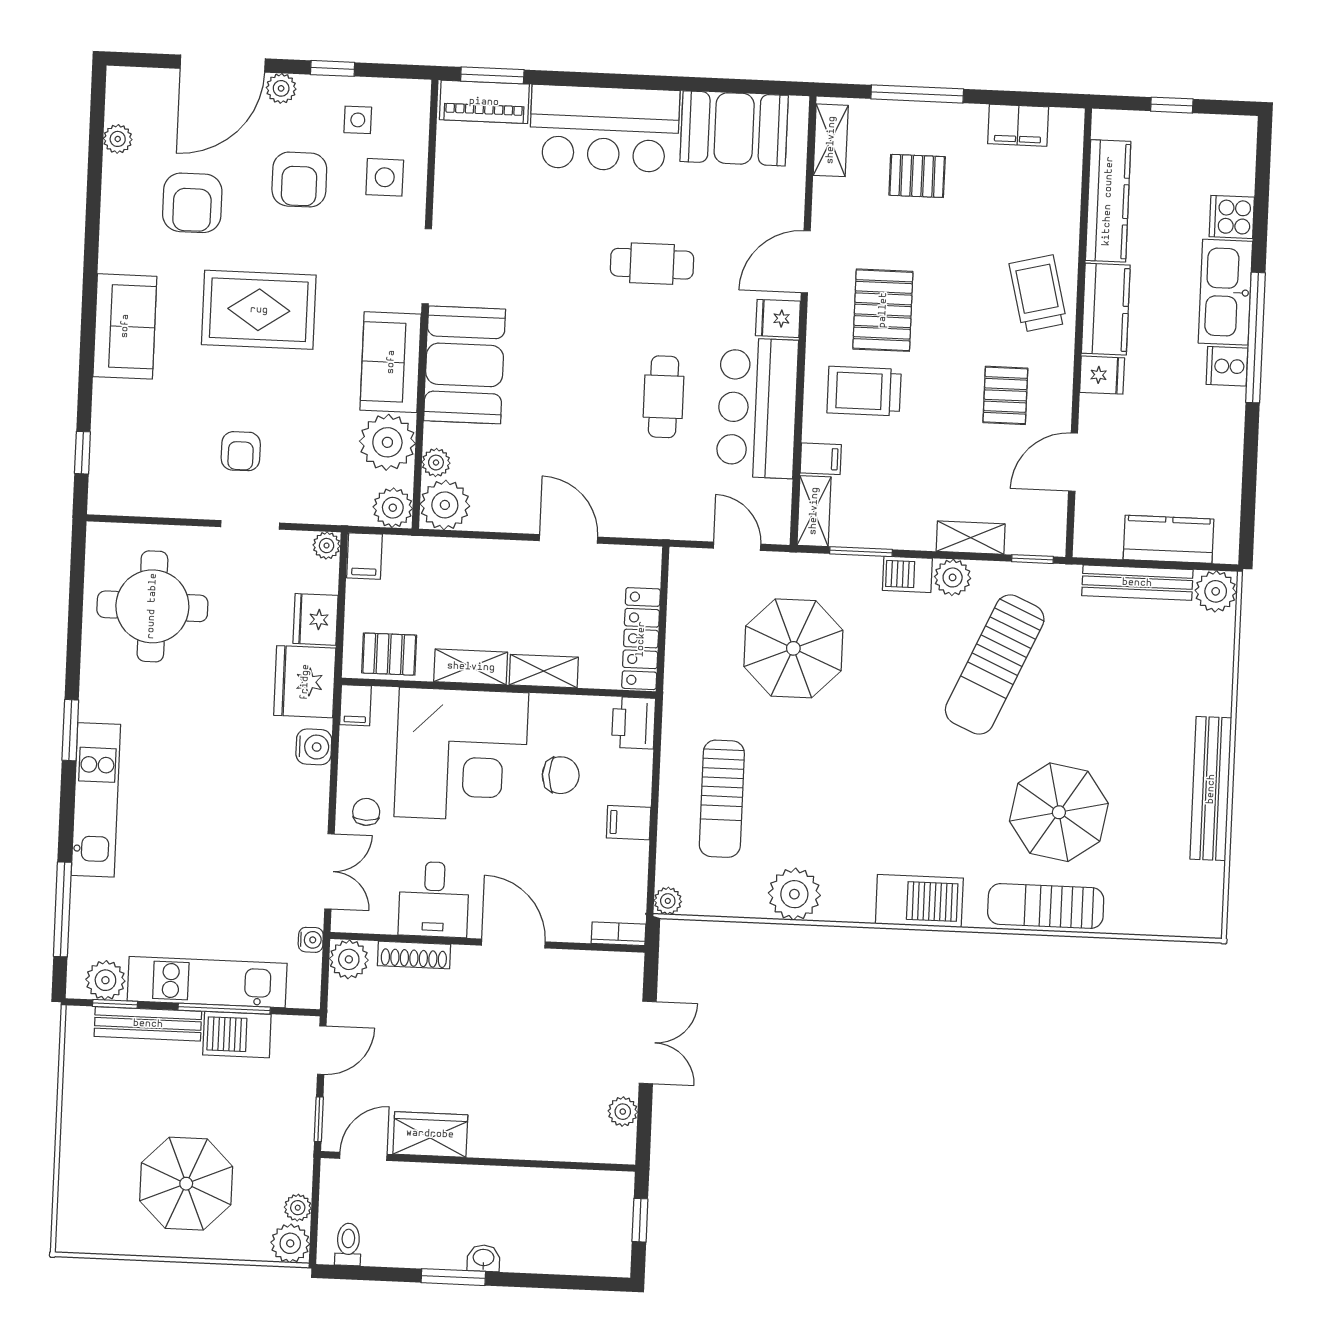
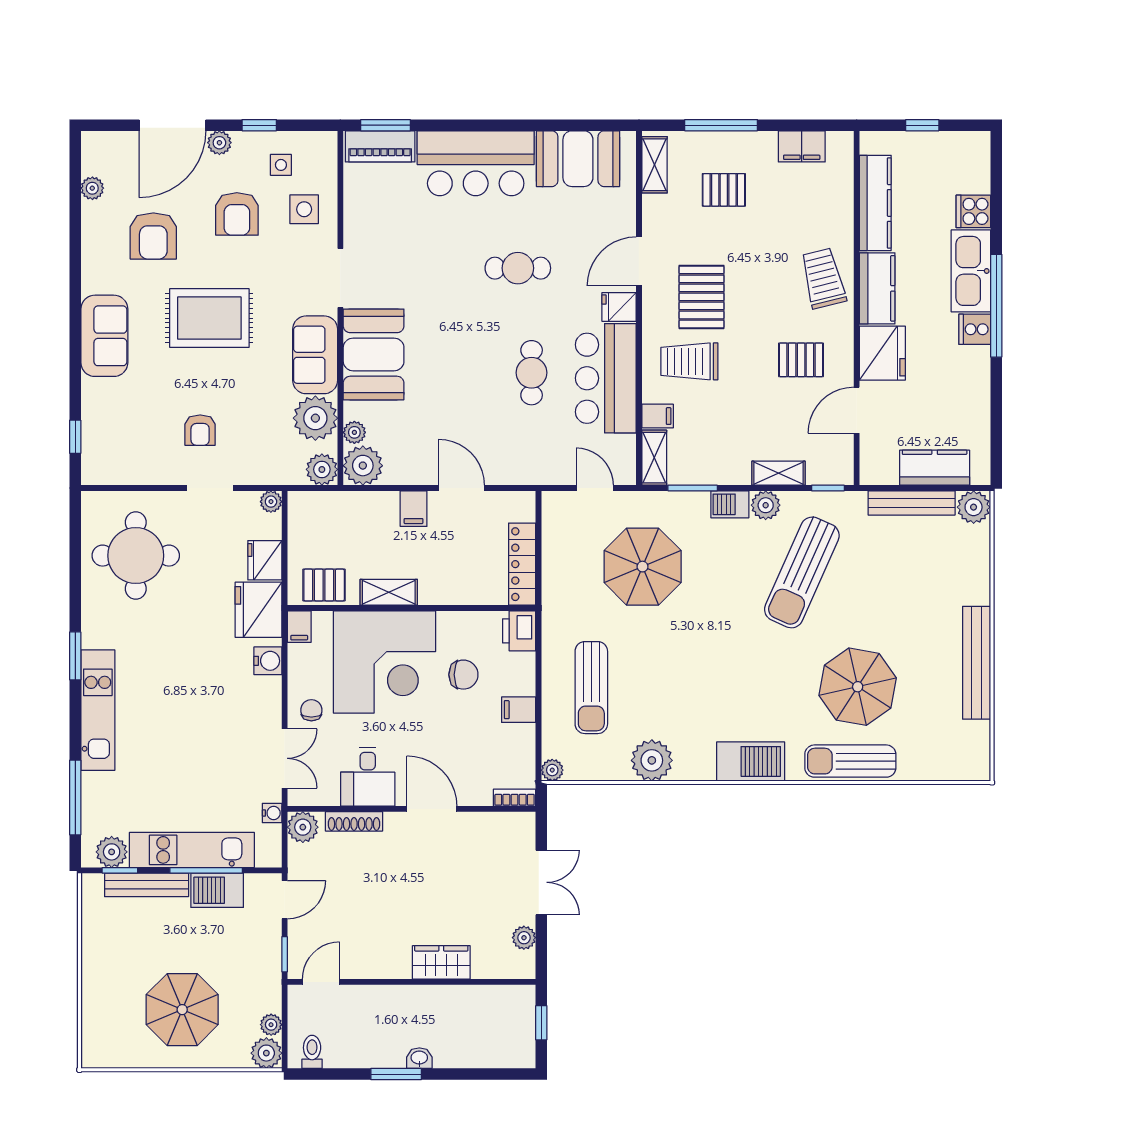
fridge: (1102, 375) -> (882, 353), width x1.88, depth x1.34
pallet: (1005, 395) -> (801, 360), turned 90
filing cabinet: (364, 556) -> (414, 509), moved
shelving: (544, 671) -> (447, 593), removed
wardrobe: (430, 1134) -> (441, 962), moved

